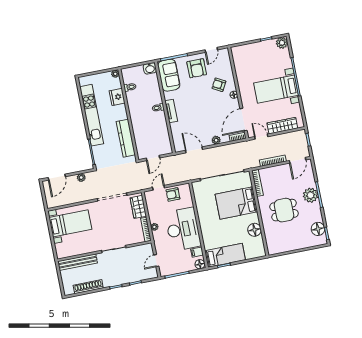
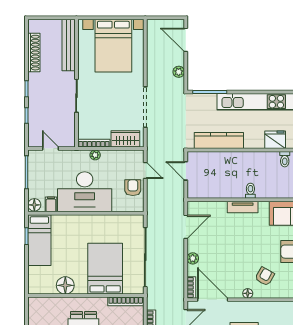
bed with nightstands: (70, 223) -> (113, 46), width x1.36

